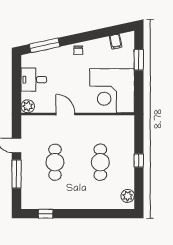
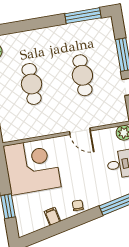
filing cabinet: (116, 42) -> (52, 216), moved
window: (46, 214) -> (83, 16), width x2.17

